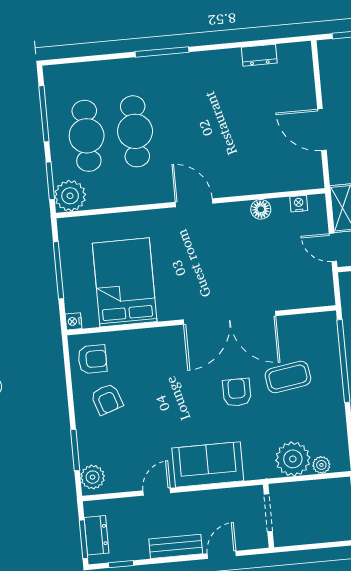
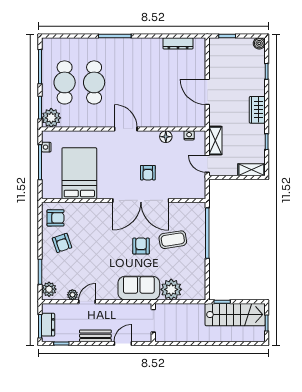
dresser: (259, 55) -> (178, 43), width x1.44
armchair: (237, 271) -> (148, 173), added
nightstand: (74, 321) -> (46, 147), moved
sofa: (208, 464) -> (139, 288), moved
plant: (321, 465) -> (72, 295), moved

